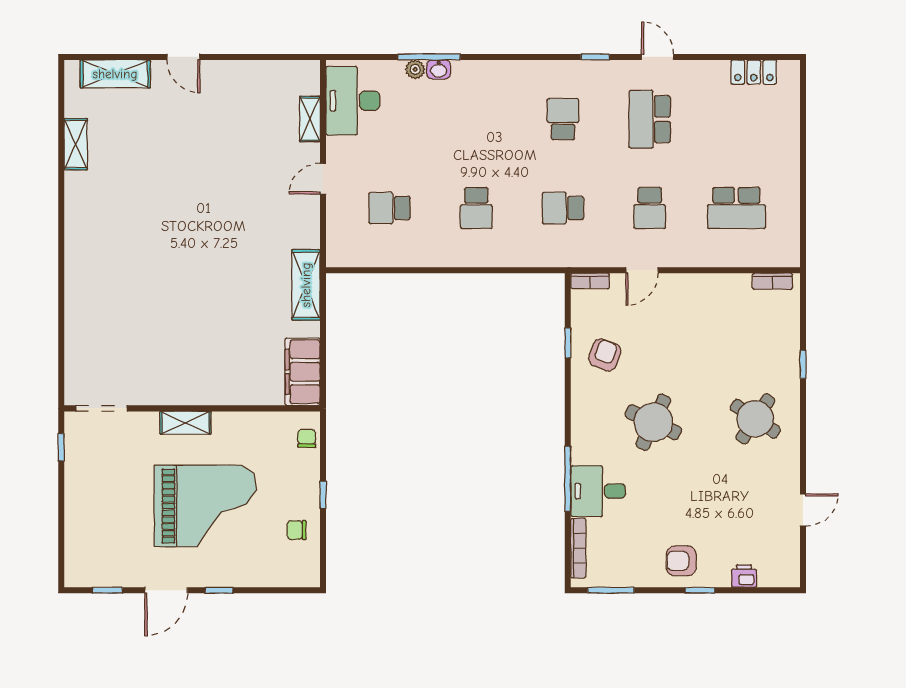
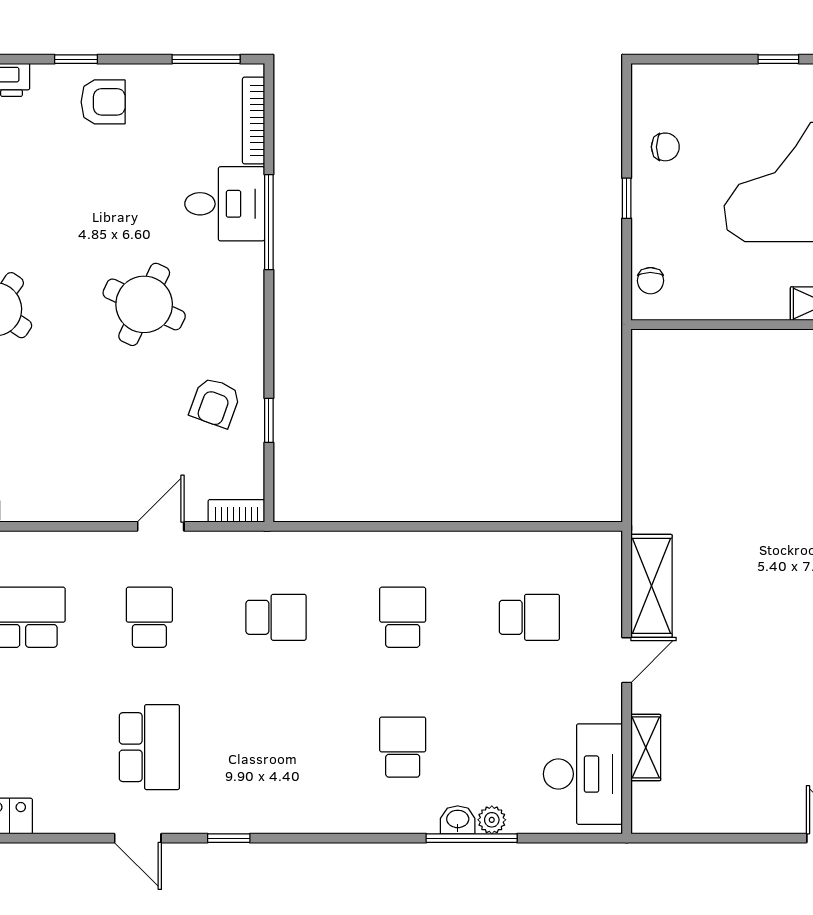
school desk: (563, 119) -> (403, 747), moved, turned 180
shelving: (306, 285) -> (651, 586), moved
filing cabinet: (303, 372) -> (656, 378), removed

